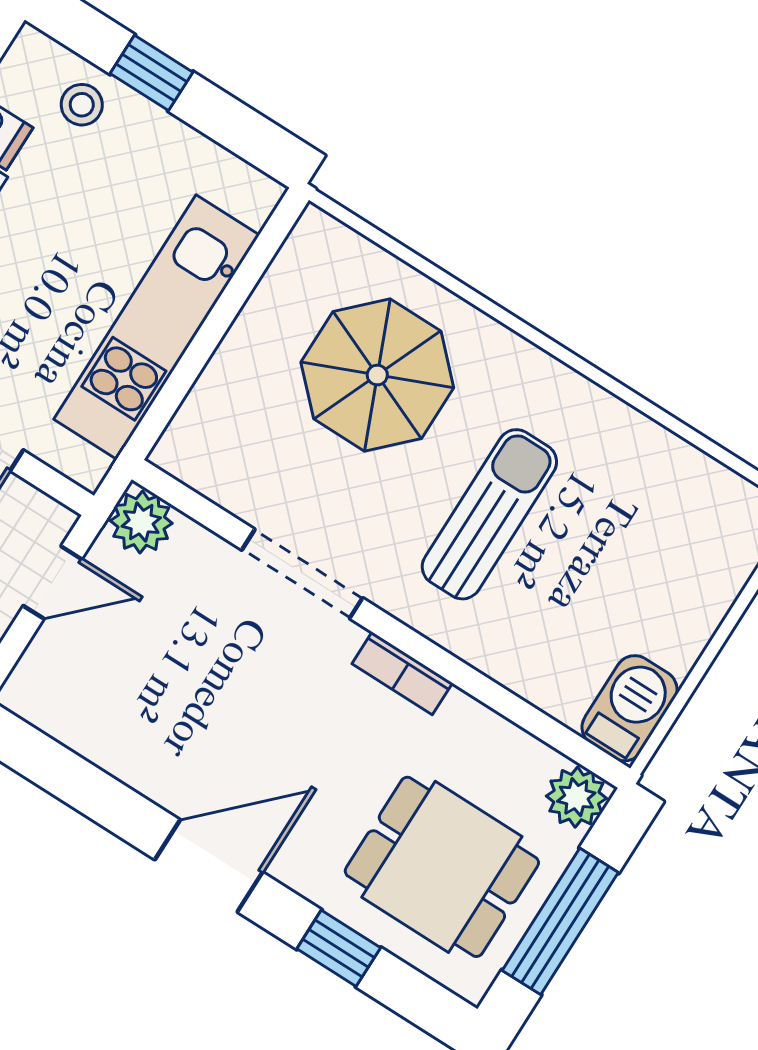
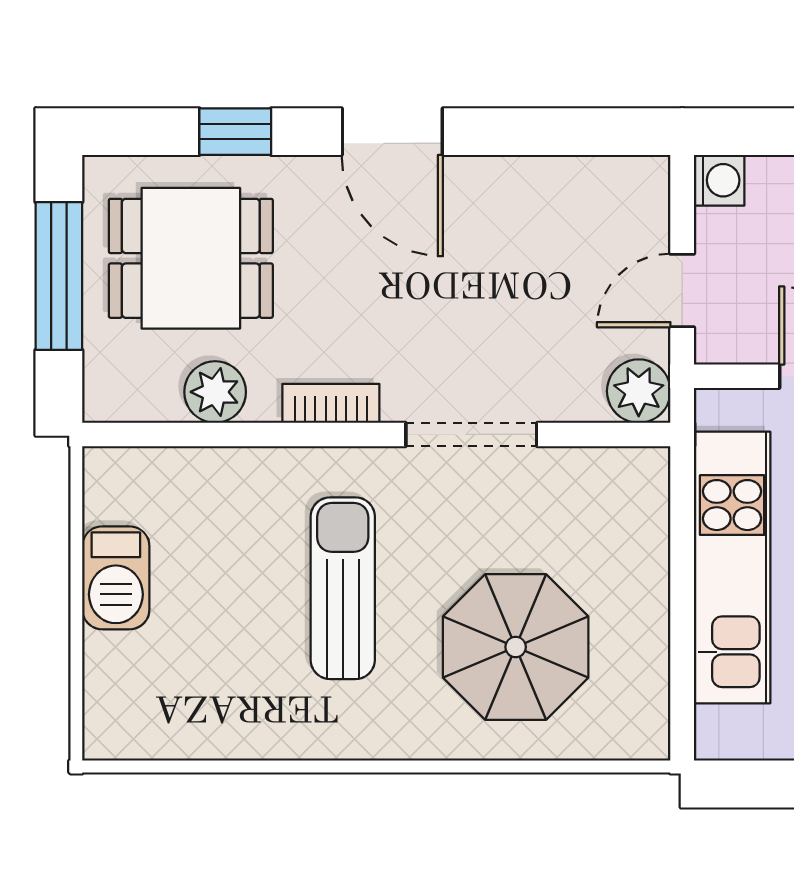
sun lounger: (489, 514) -> (343, 588), turned 180
barbecue: (630, 708) -> (116, 578), moved
plant: (576, 797) -> (215, 392), moved
door: (209, 866) -> (392, 132), hinge flipped

